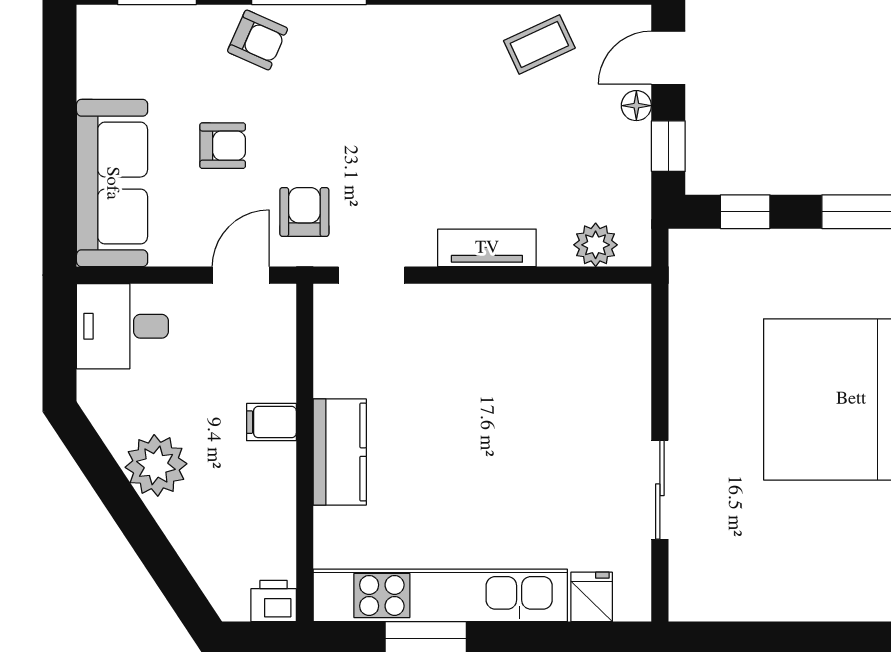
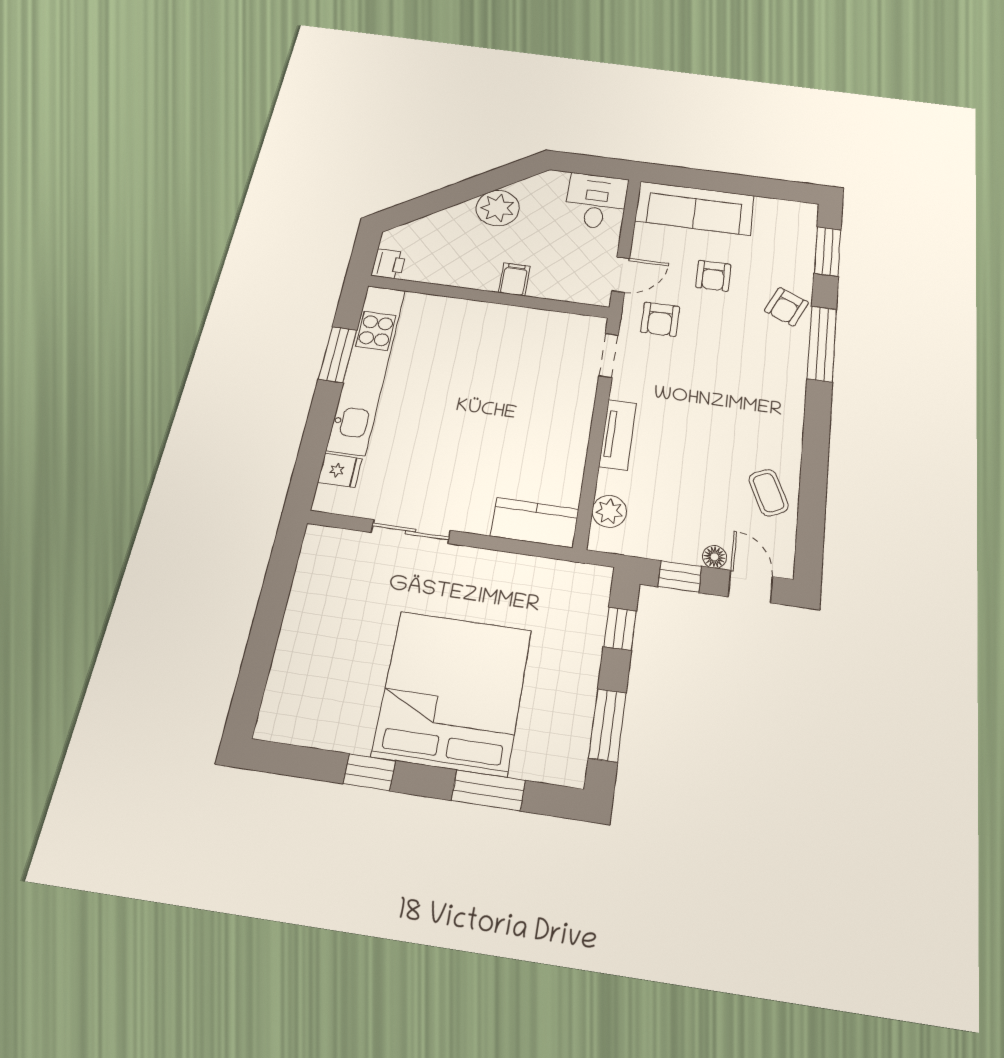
armchair: (304, 212) -> (660, 319), turned 90
door: (241, 275) -> (621, 274), hinge flipped
kitchen counter: (340, 452) -> (535, 523), moved, turned 180

